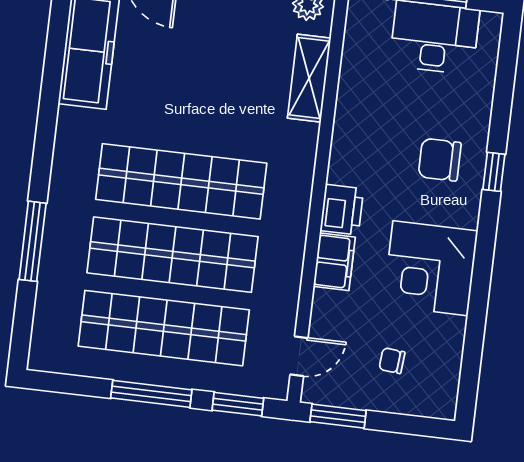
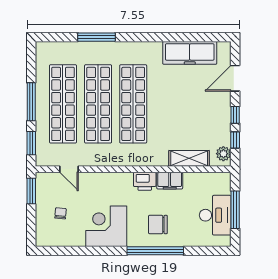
chair: (440, 160) -> (158, 225), turned -90
window: (494, 172) -> (155, 251), width x3.17
printer: (342, 210) -> (145, 181), moved
filing cabinet: (334, 262) -> (170, 181), moved
door: (299, 356) -> (69, 169), moved

